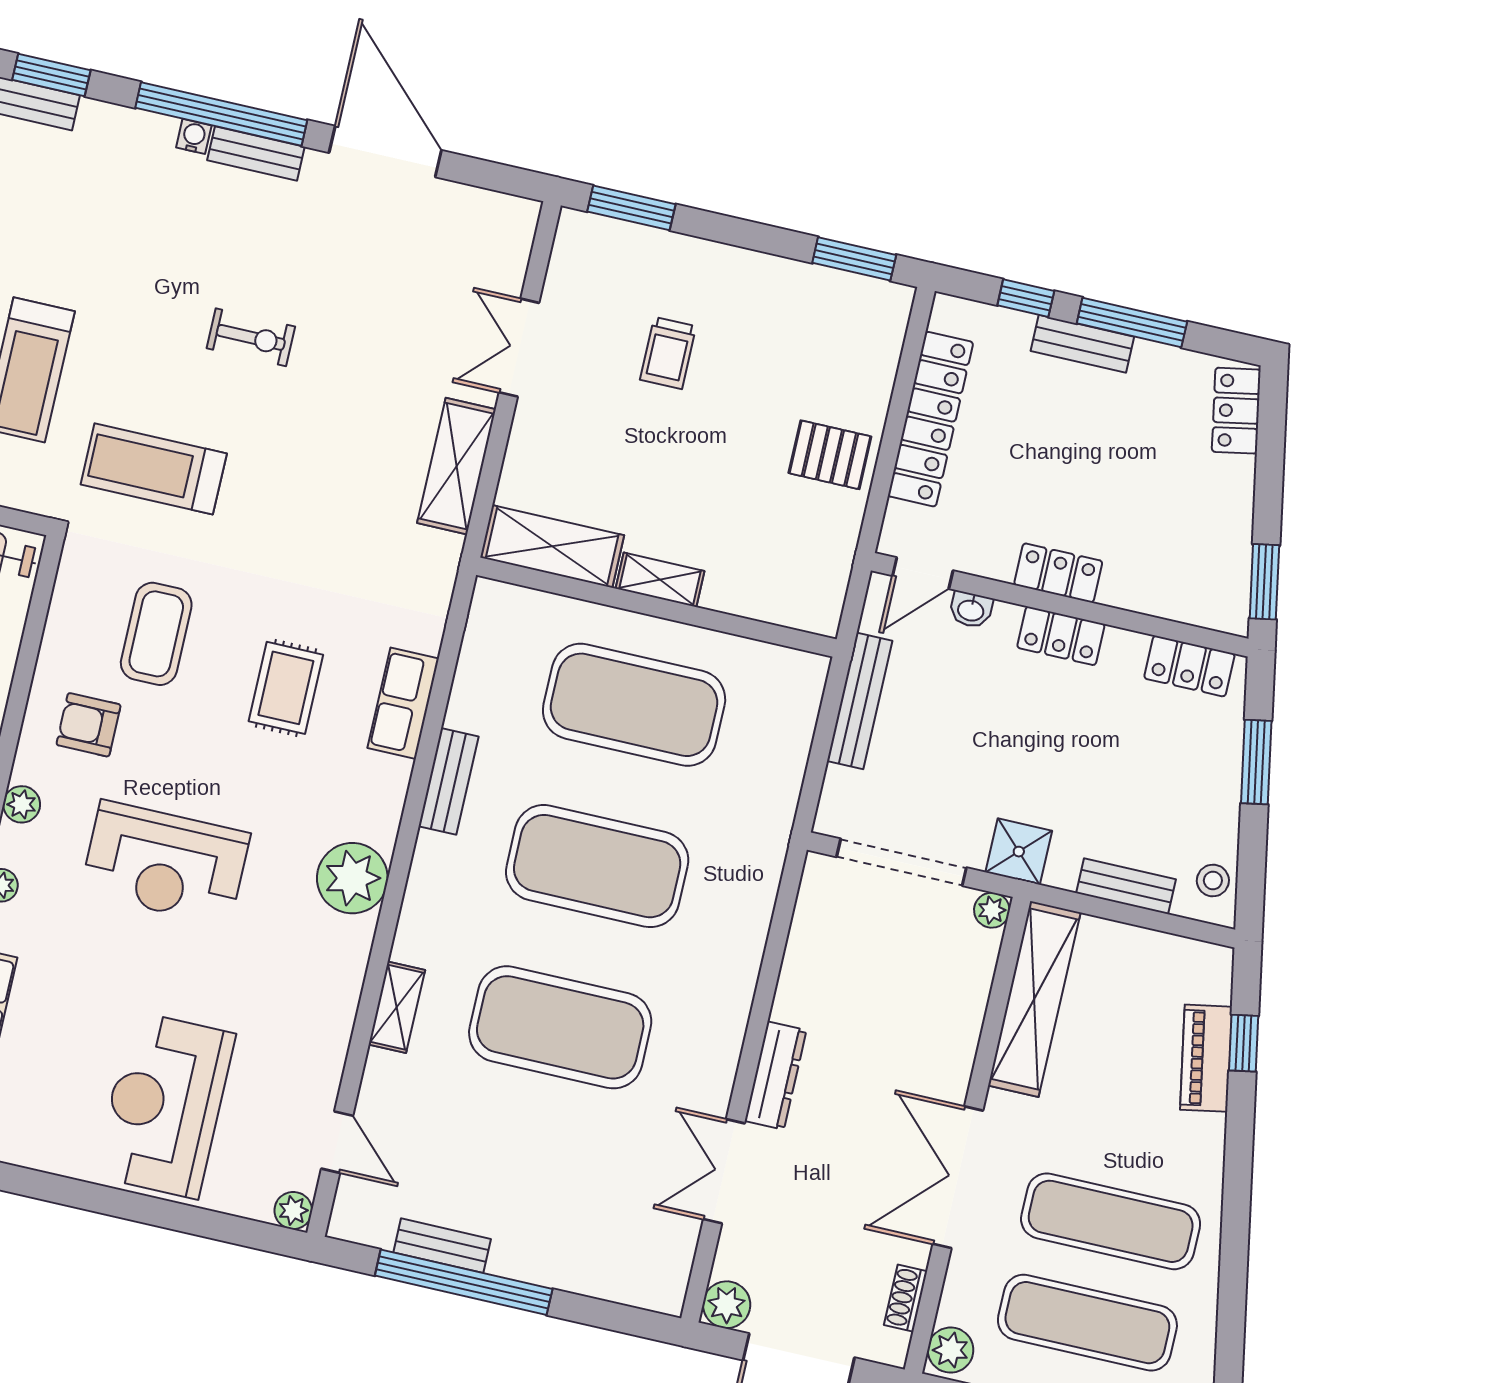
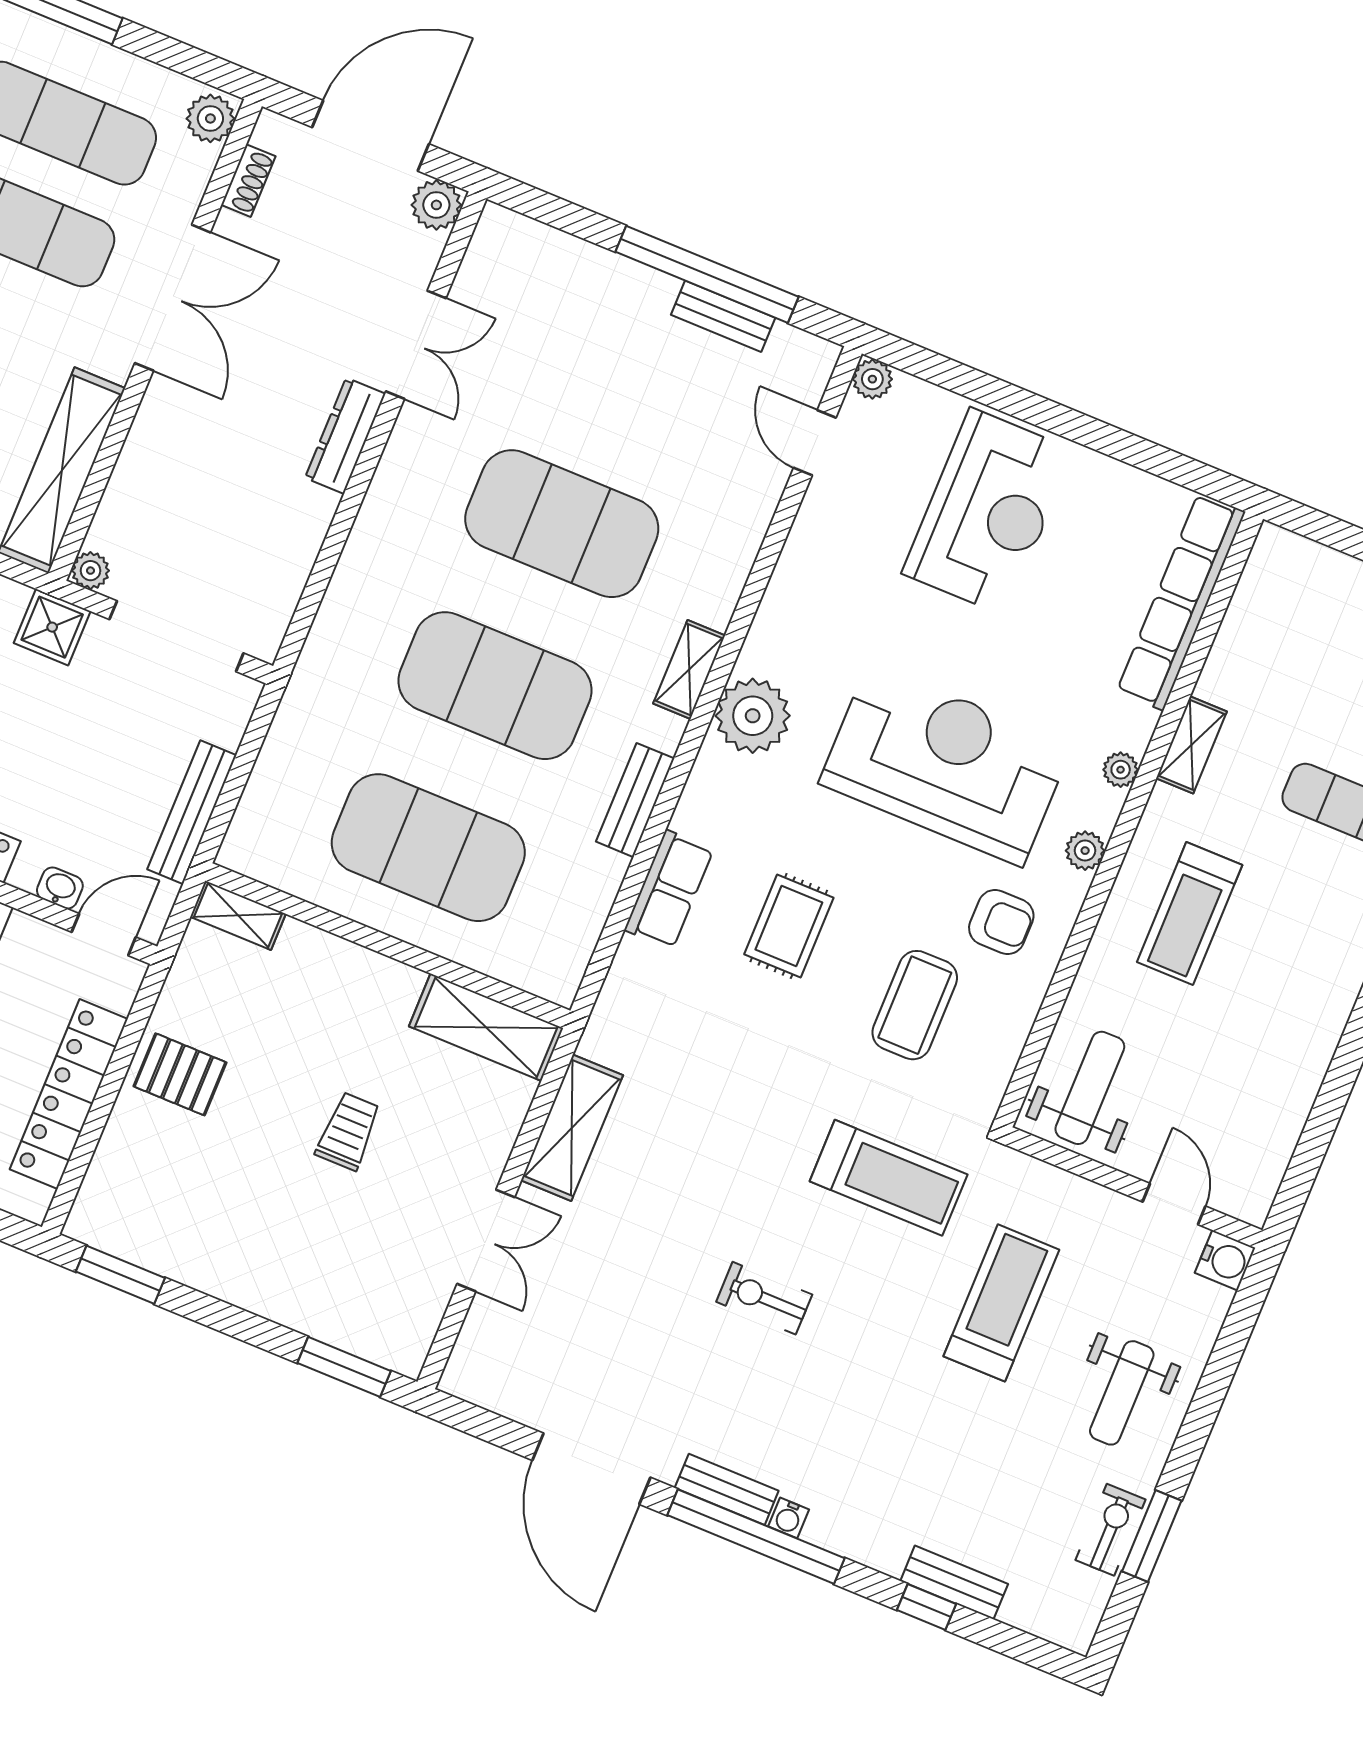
window: (51, 75) -> (927, 1607), width x0.67
trolley: (668, 353) -> (348, 1131), moved
shelving: (660, 580) -> (238, 915), moved
reception desk: (165, 863) -> (945, 764), width x1.36, depth x1.30
shelving: (397, 1007) -> (689, 670), moved

